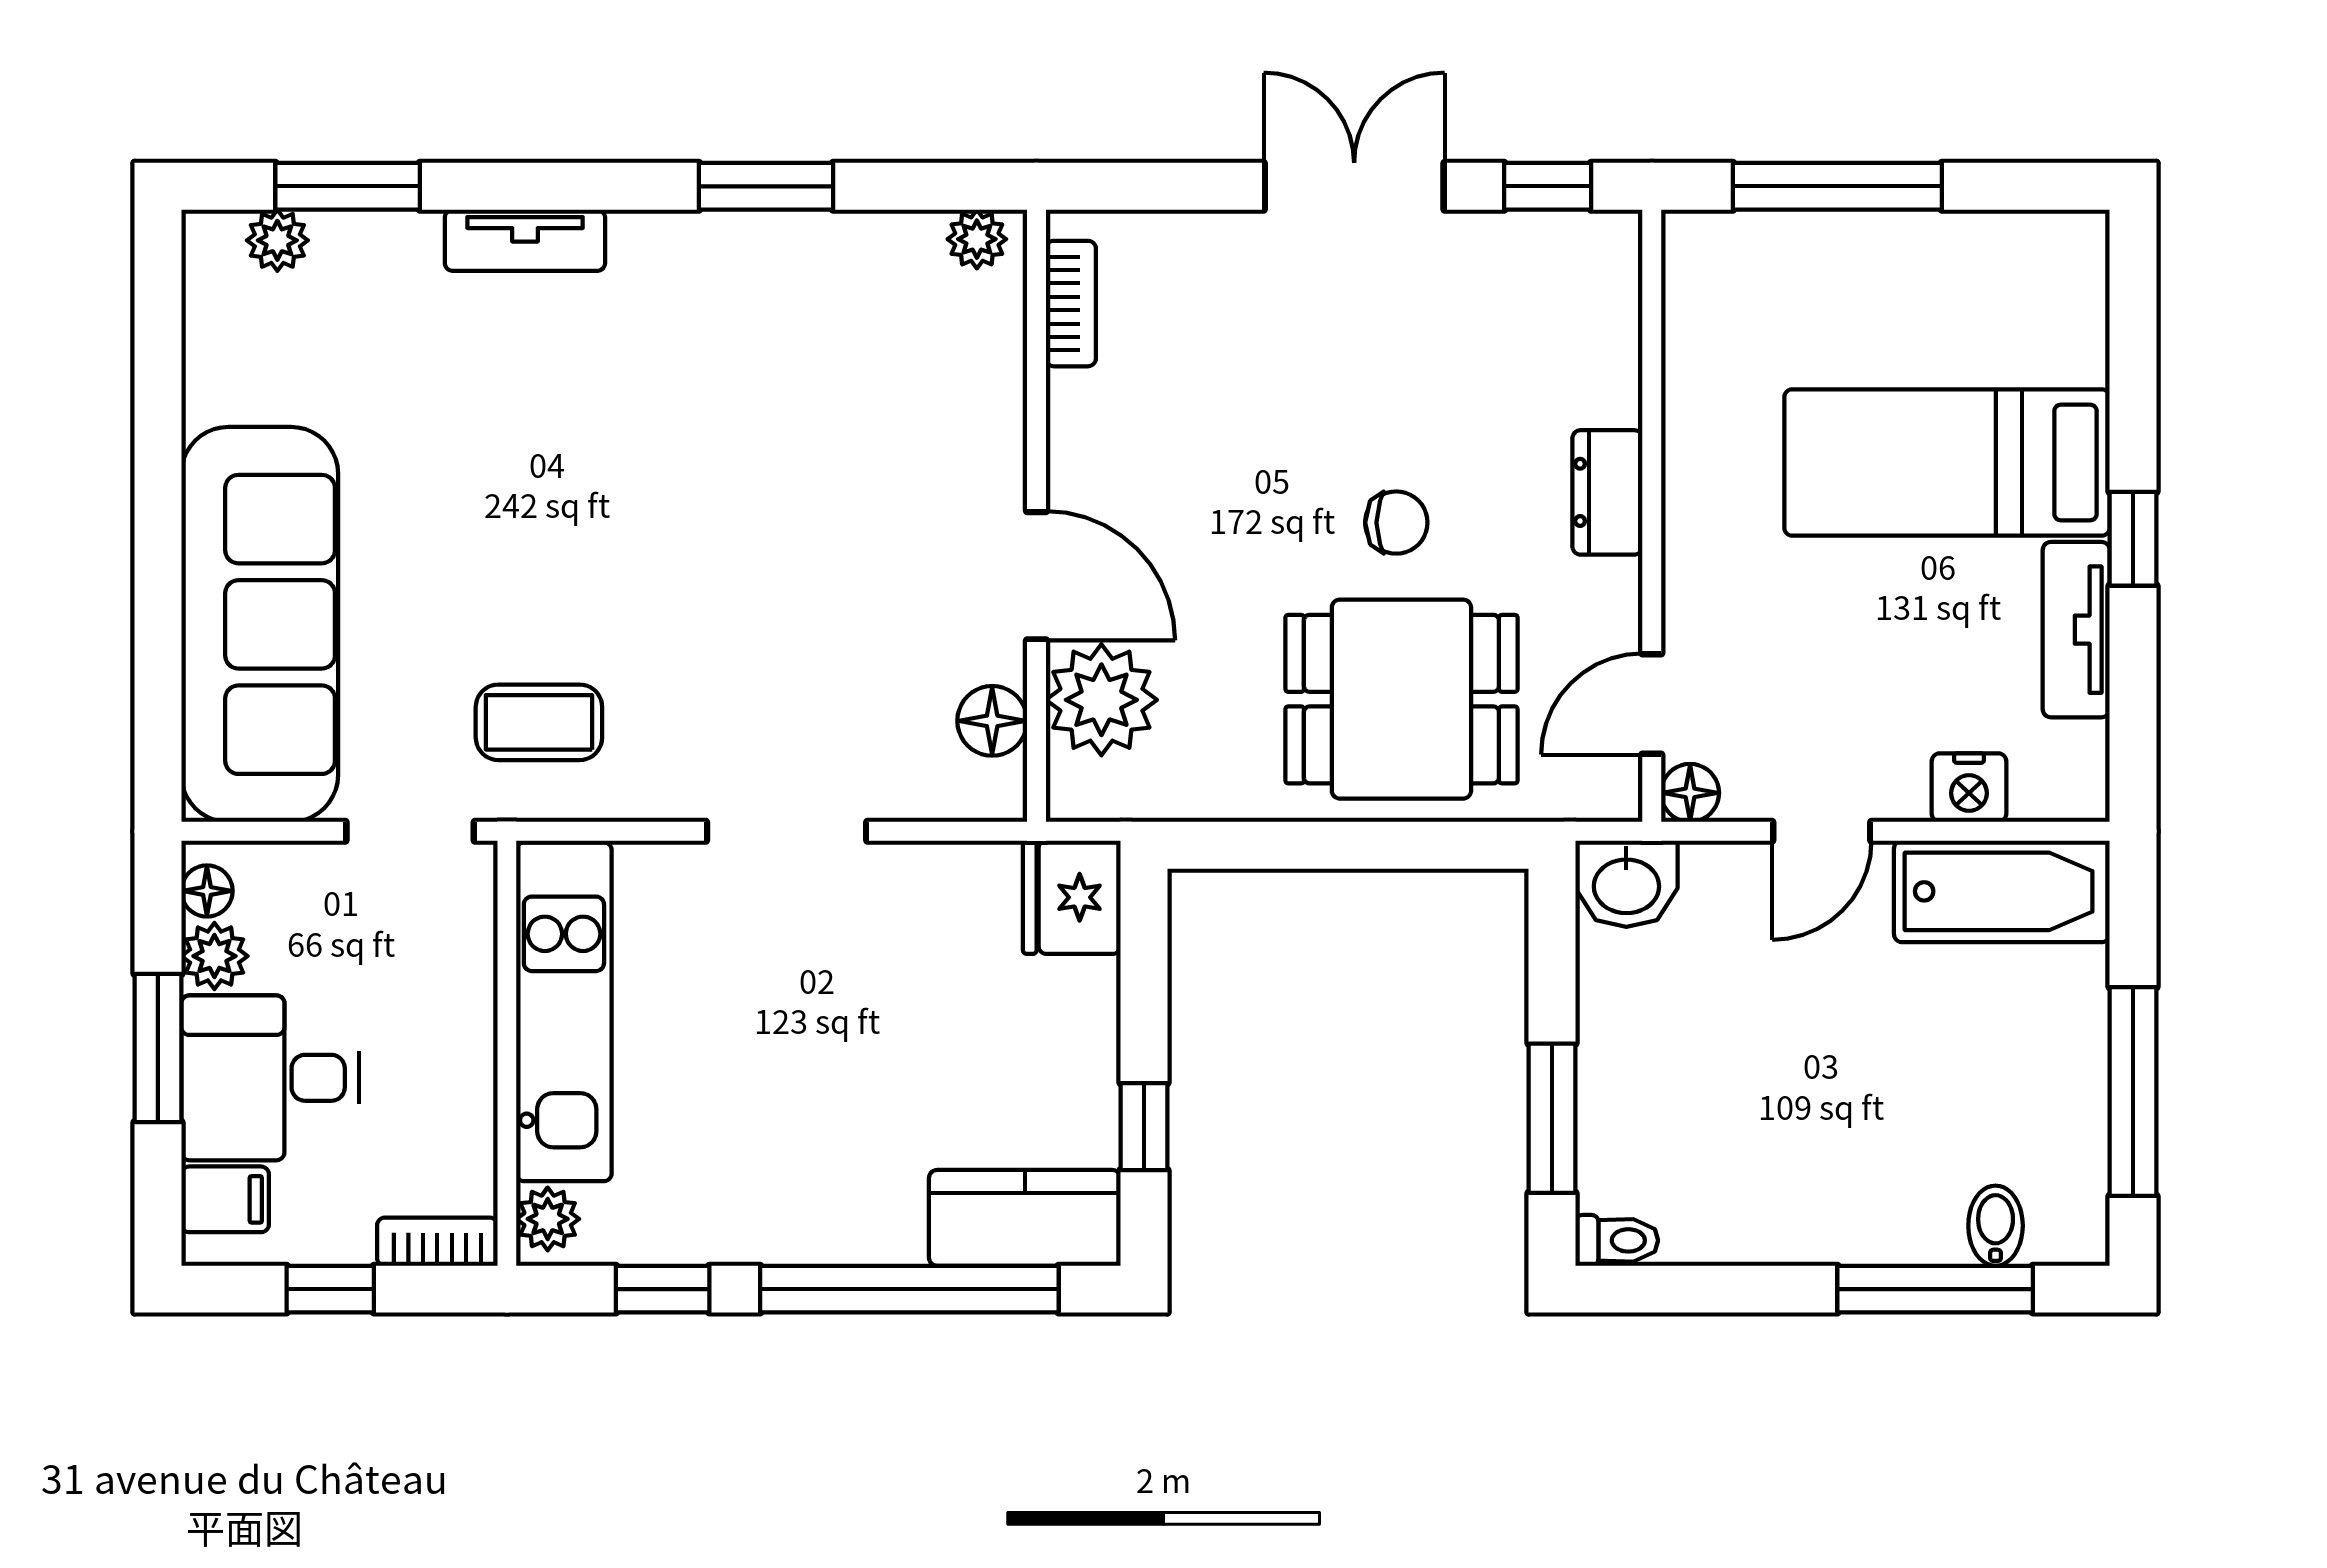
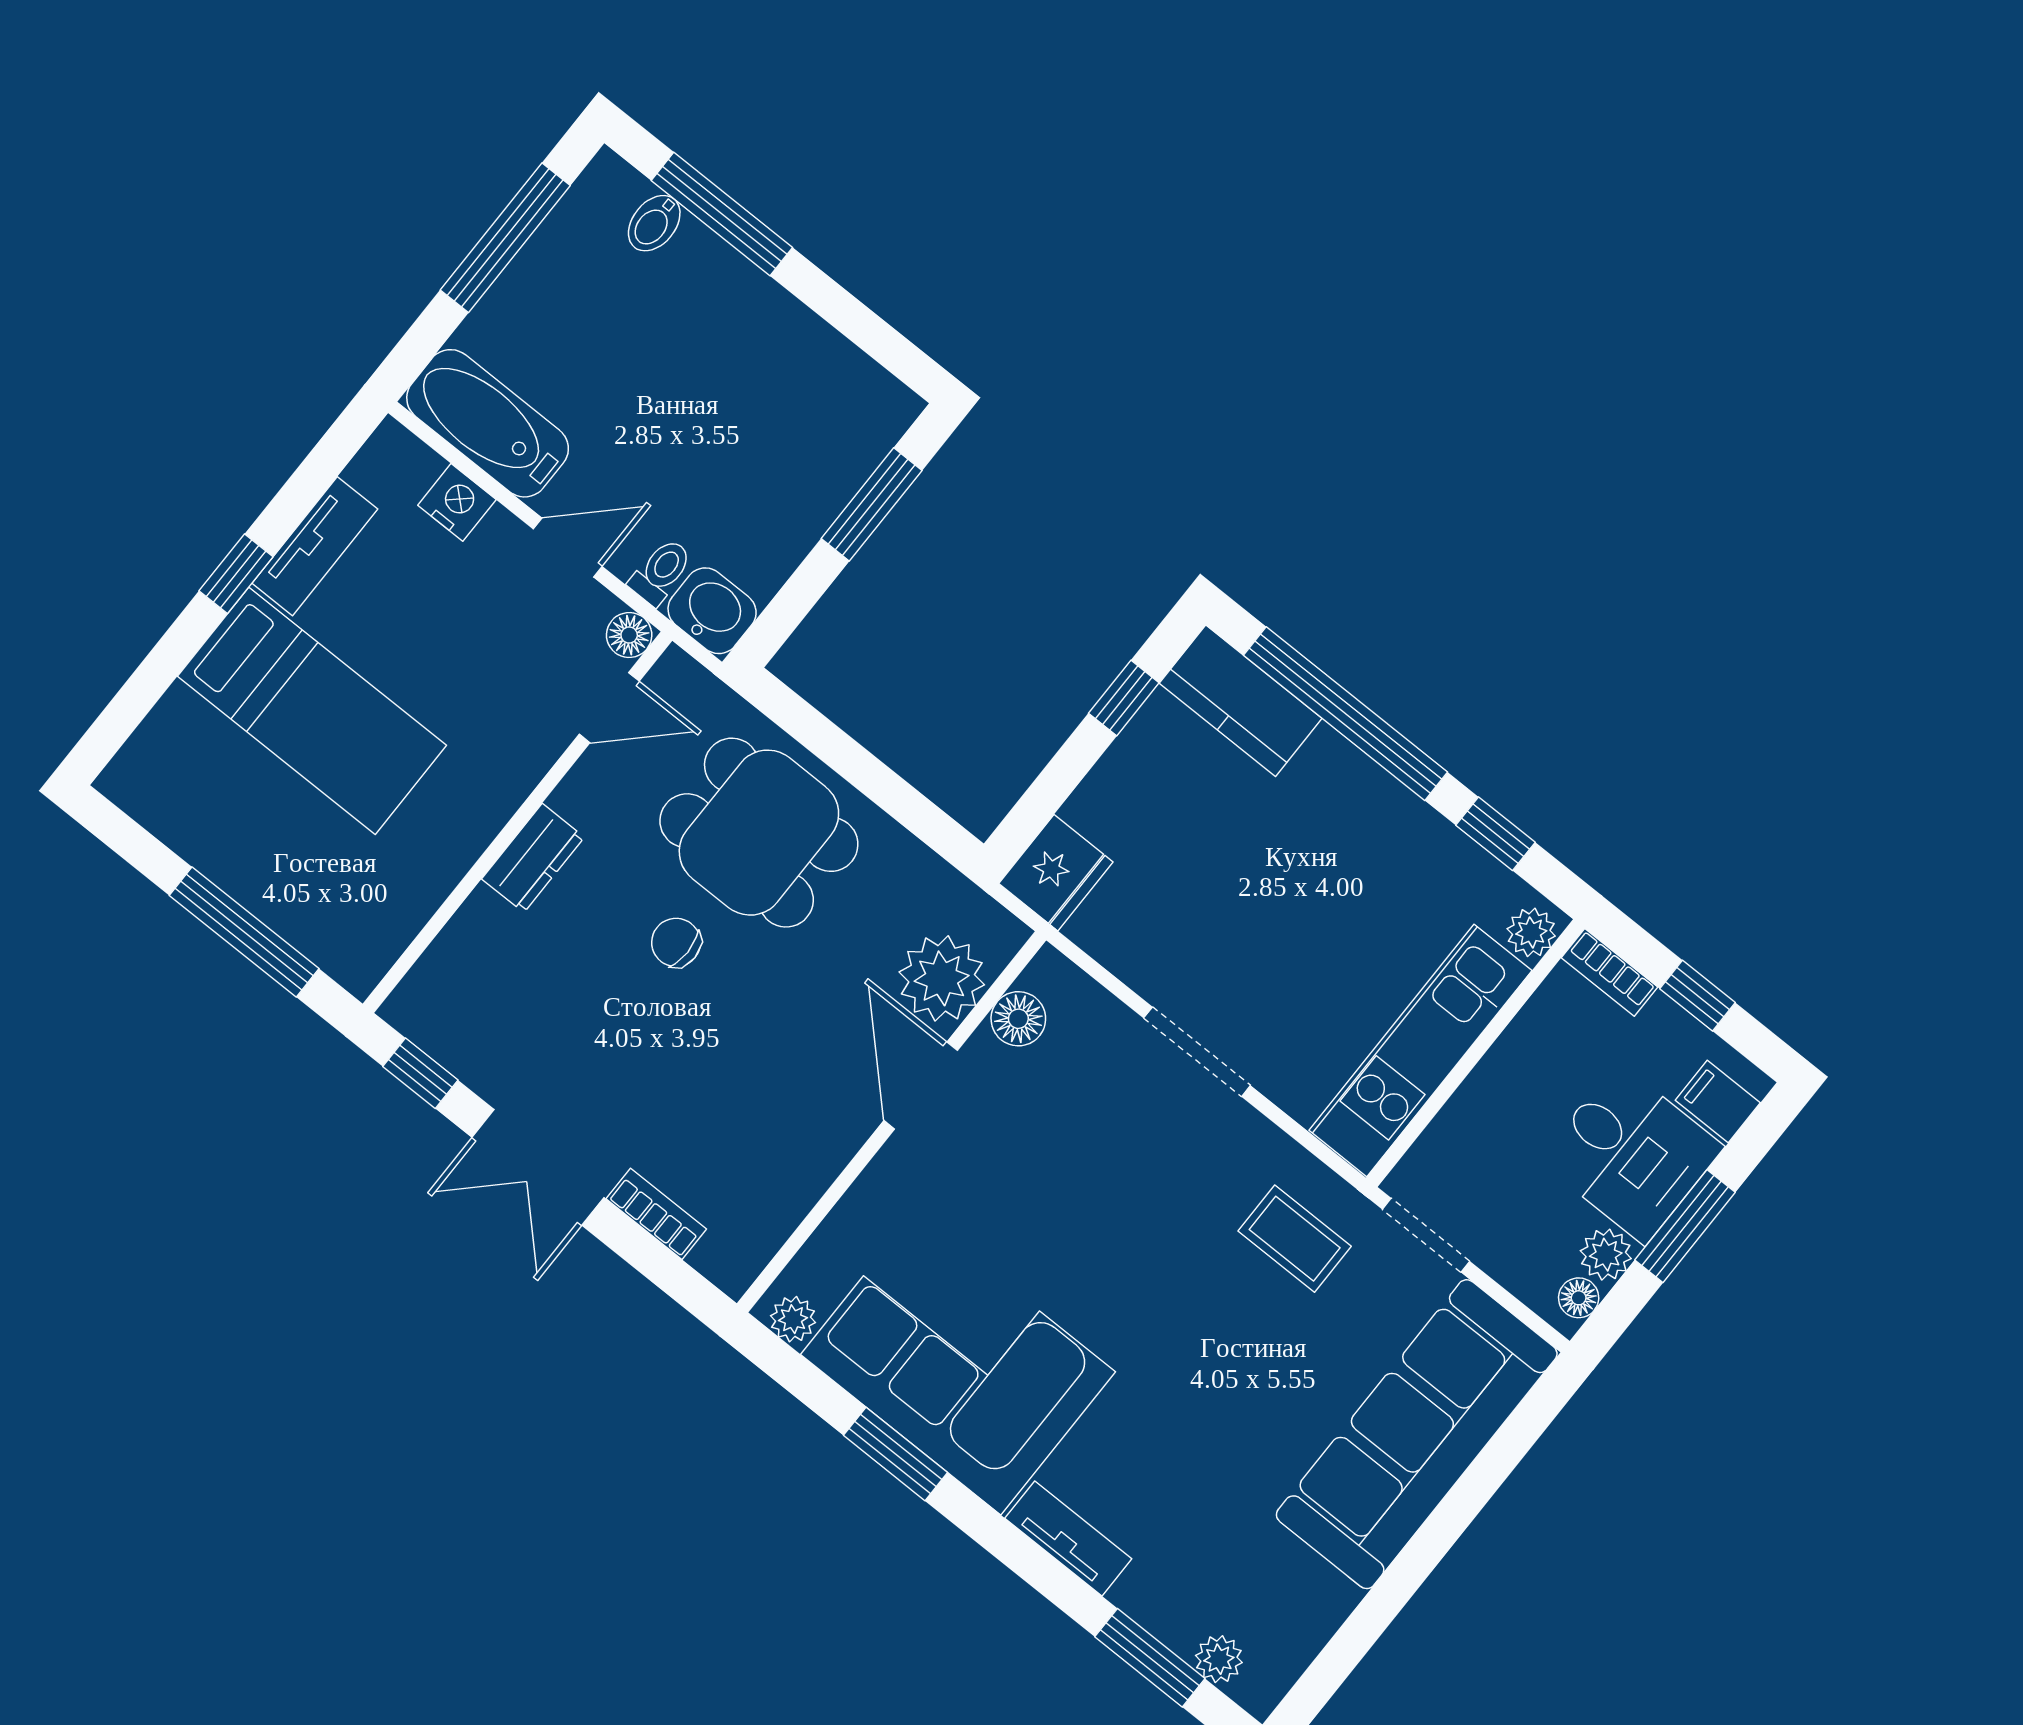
bookcase: (1071, 304) -> (656, 1214), moved, turned 90
corner sofa: (776, 327) -> (958, 1363), added
toilet: (1617, 1240) -> (661, 572), moved, turned 90

